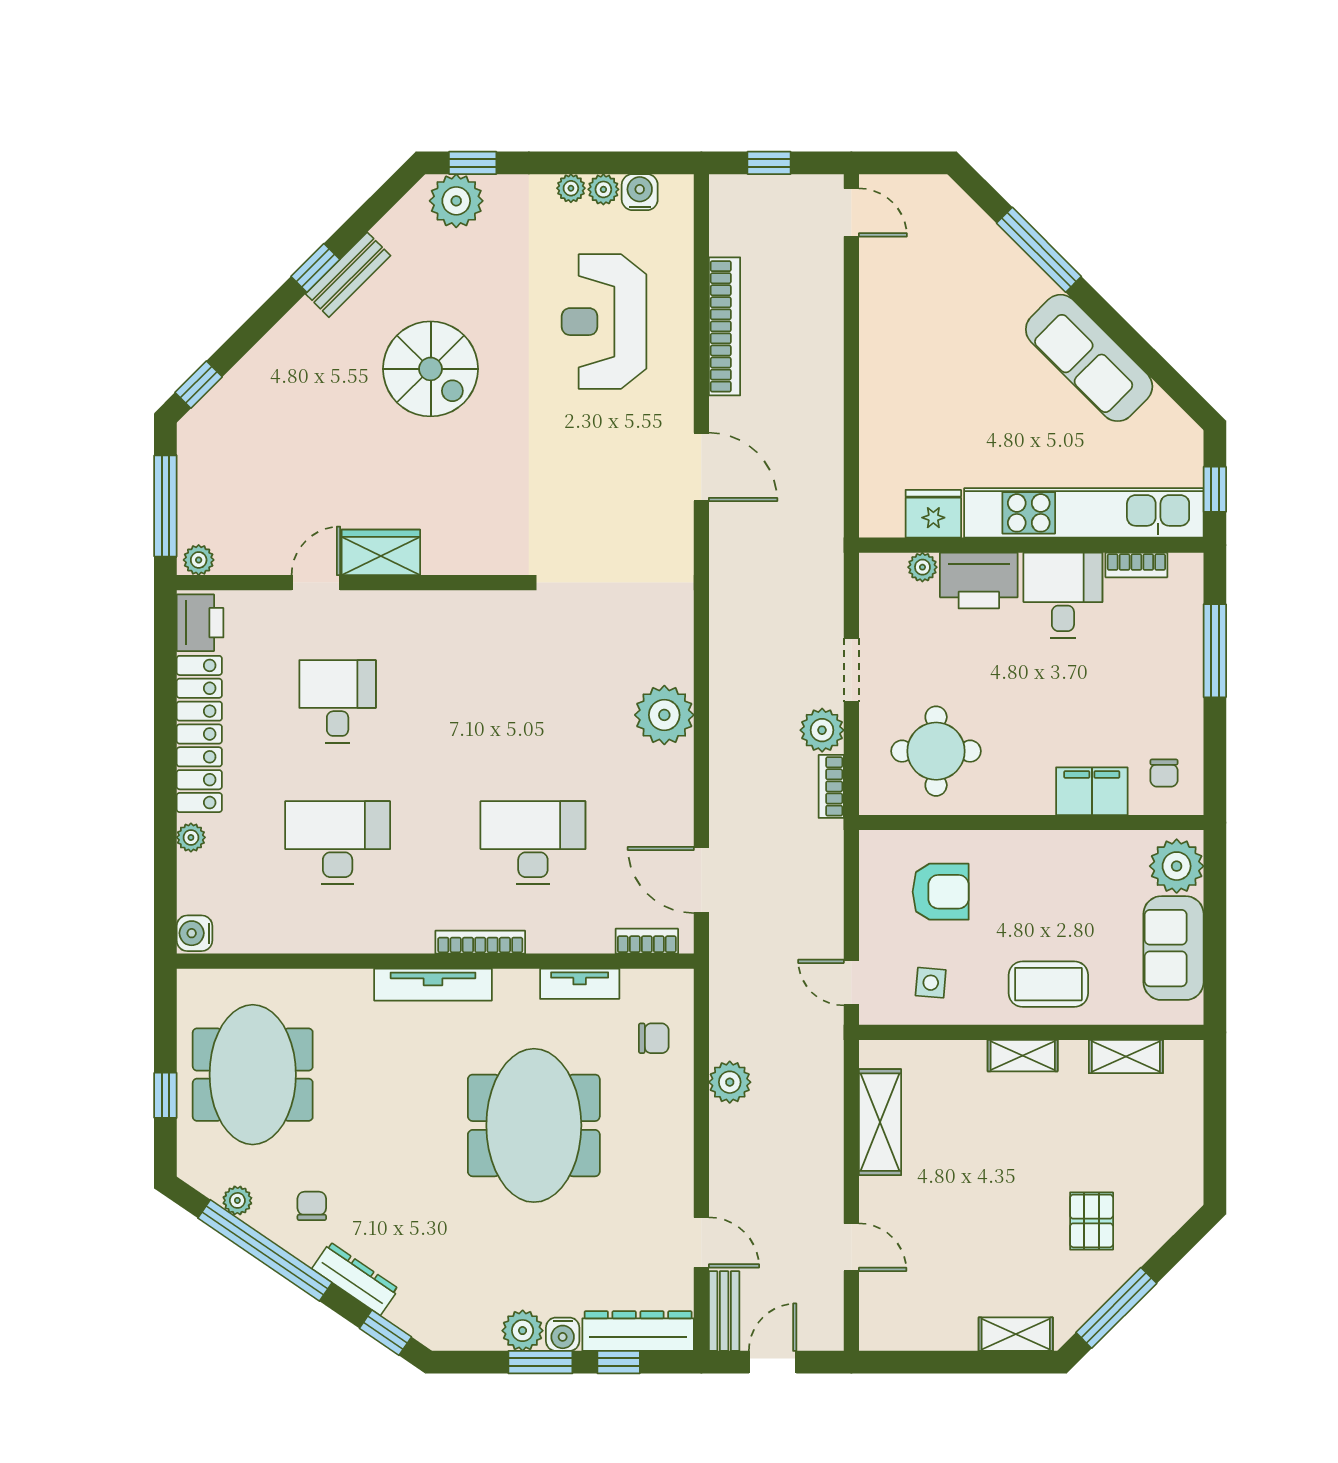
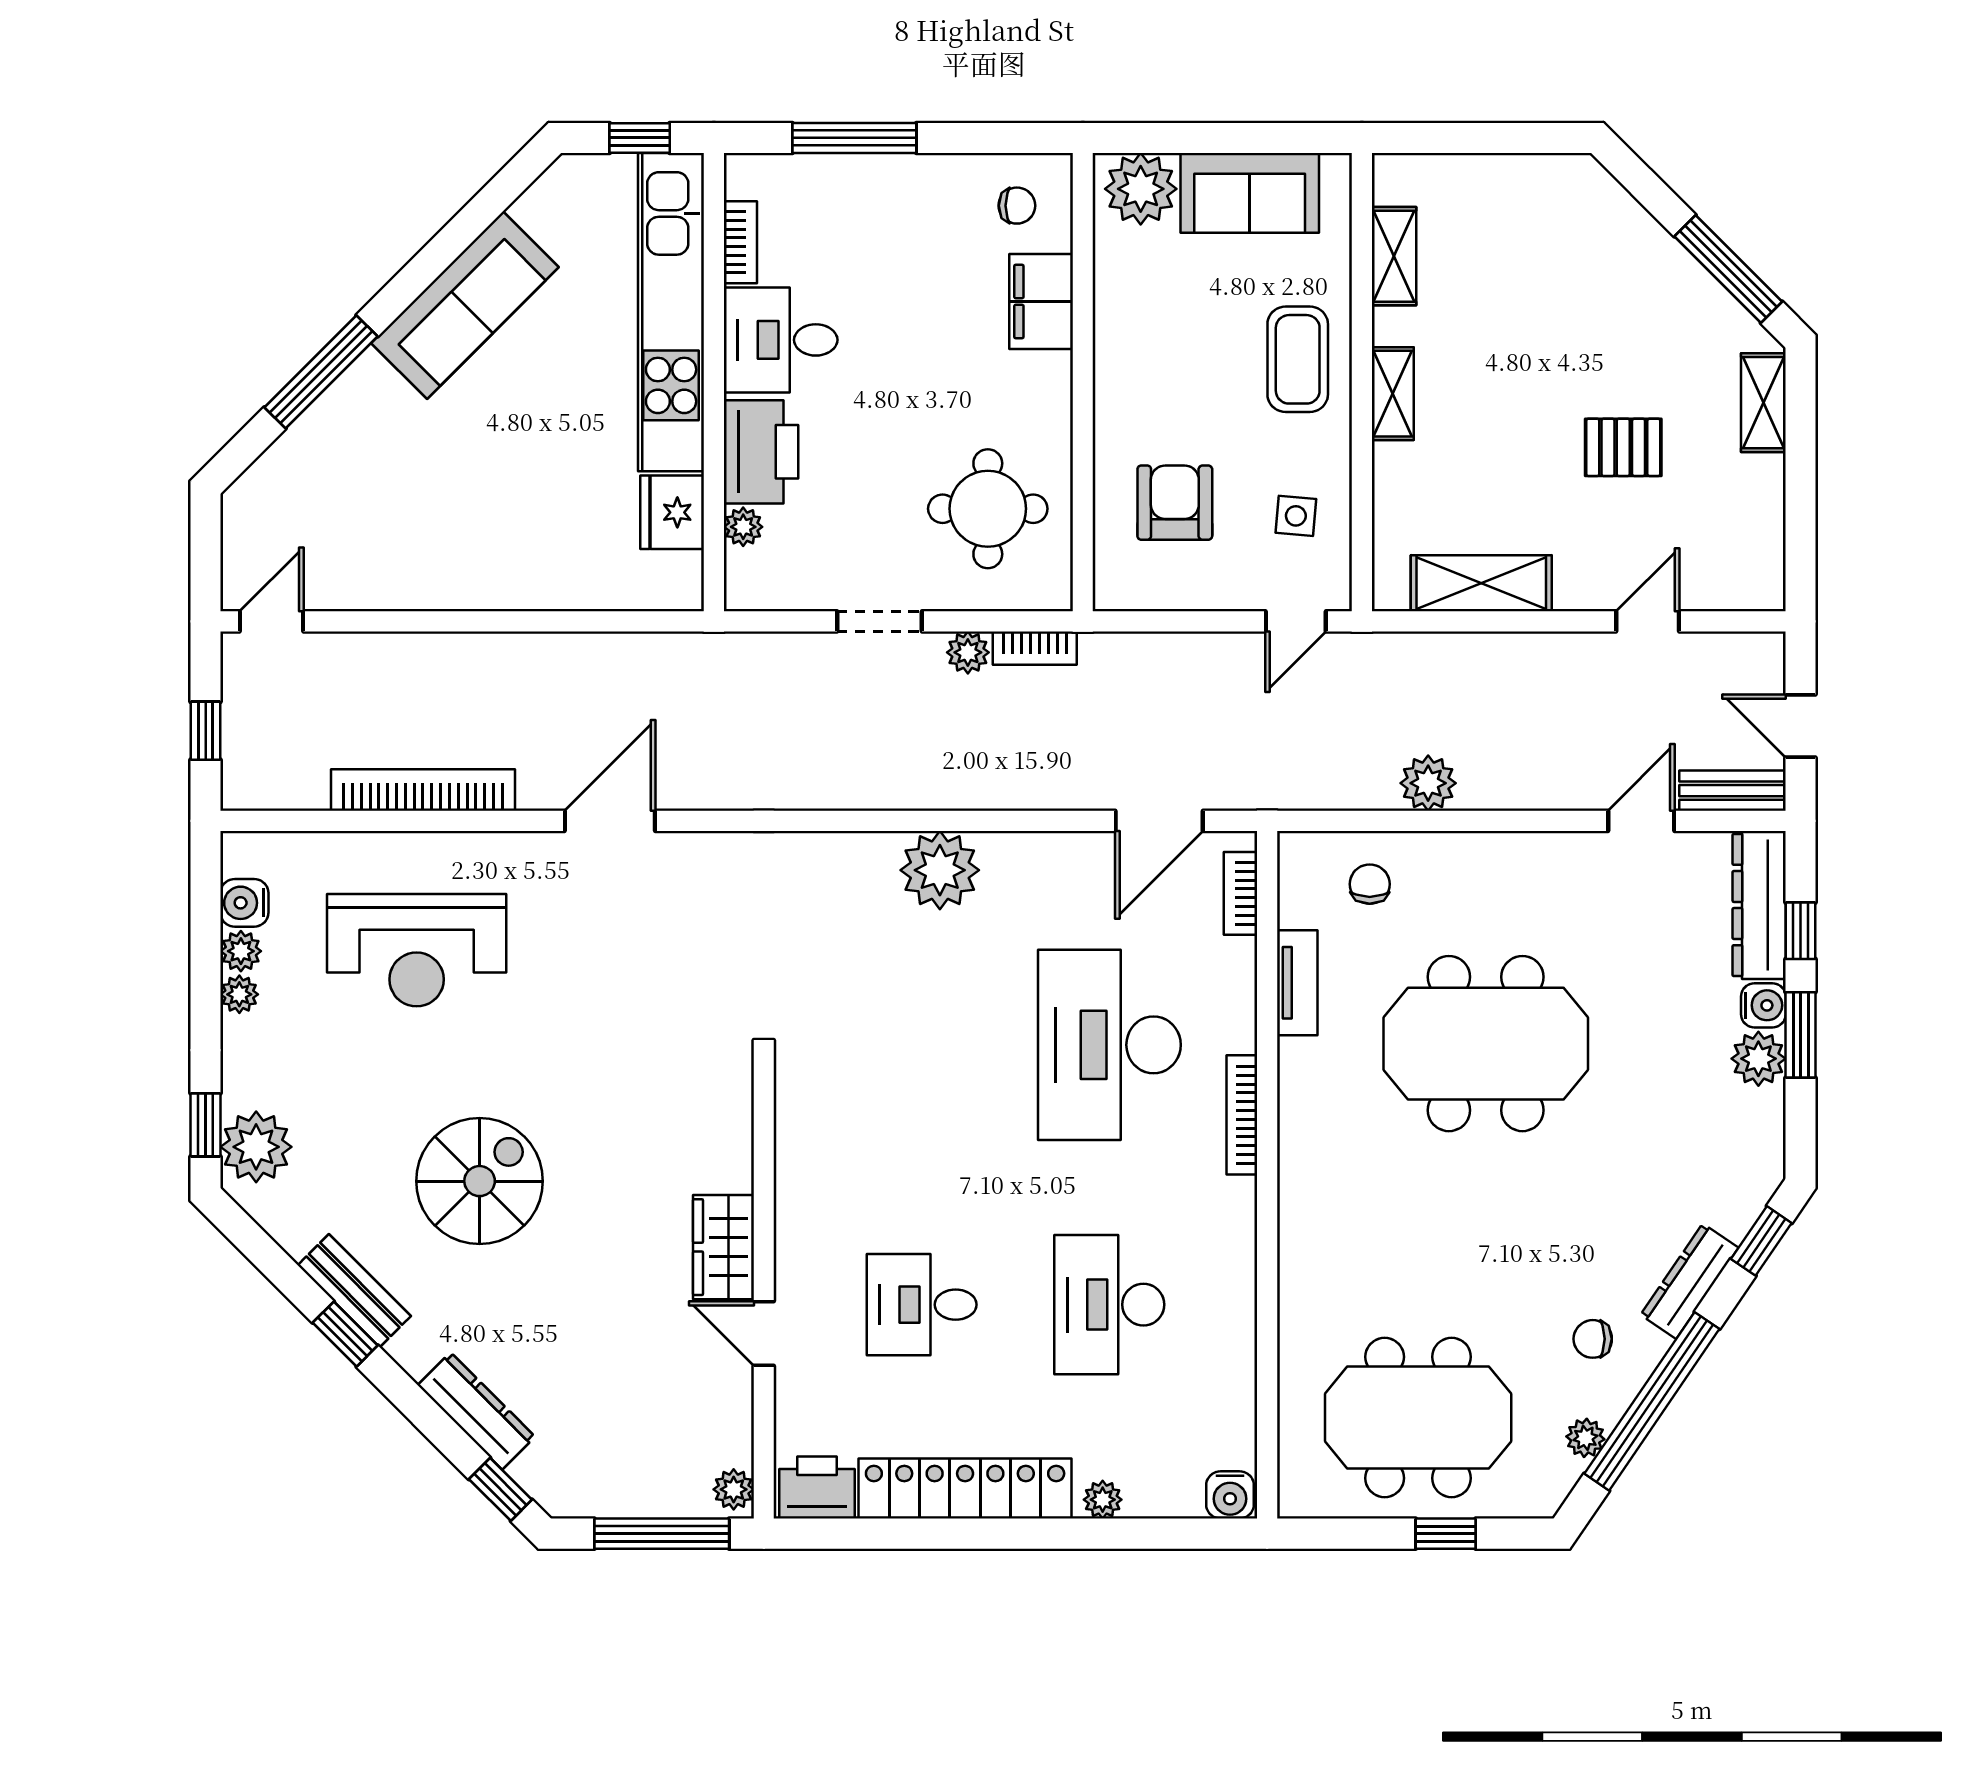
dresser: (258, 367) -> (476, 1411), added
plant: (822, 730) -> (968, 652), width x0.73, depth x0.73
desk: (533, 842) -> (1109, 1045), width x1.36, depth x1.30
tv unit: (433, 985) -> (1298, 1178), removed
pallet: (1092, 1221) -> (1623, 447), moved

